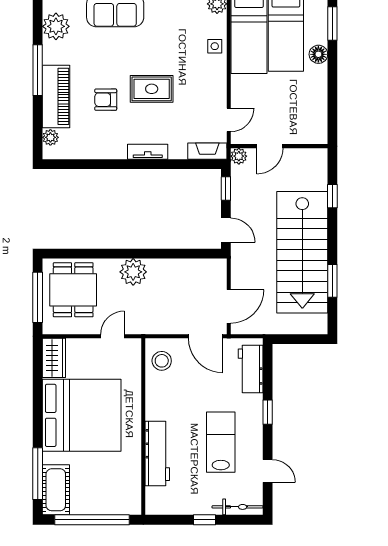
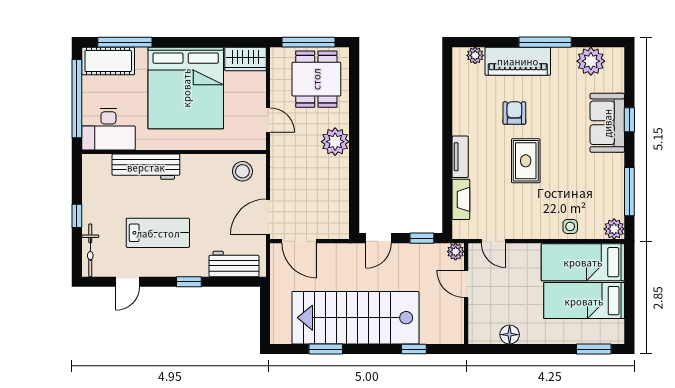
floor lamp: (318, 54) -> (510, 335), moved
fireplace: (207, 151) -> (461, 199), moved
dining table: (73, 290) -> (316, 79), turned 90
desk: (121, 489) -> (108, 129), added

